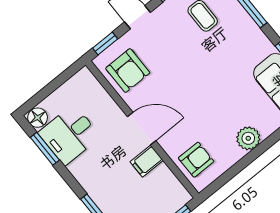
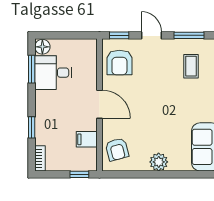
armchair: (196, 160) -> (117, 149), turned 75
filing cabinet: (147, 161) -> (87, 139), moved

